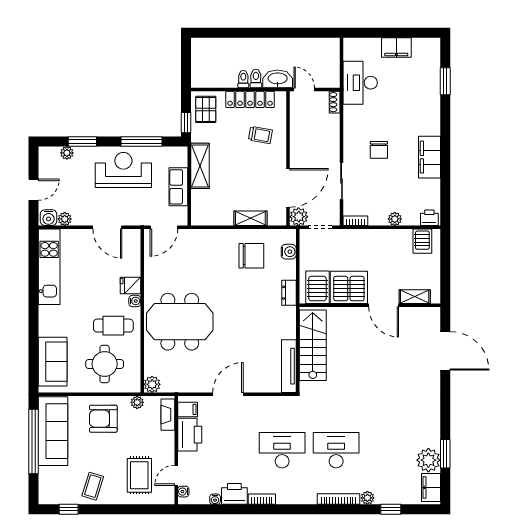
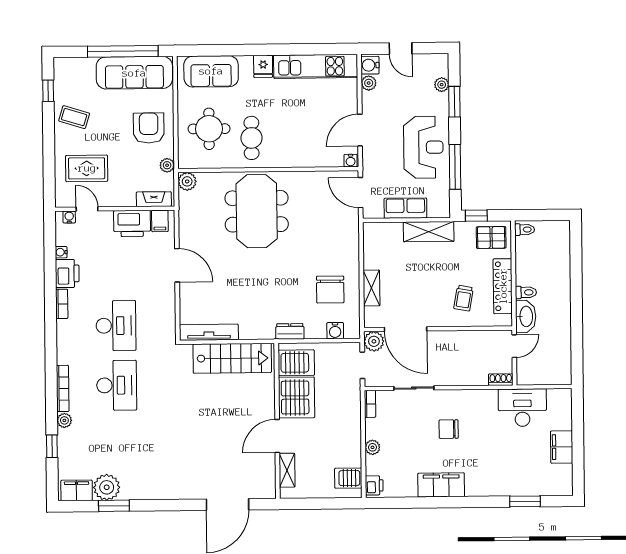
toilet: (243, 79) -> (525, 230), moved
fridge: (130, 285) -> (263, 66), moved, turned 180
water cooler: (135, 301) -> (351, 161), moved

